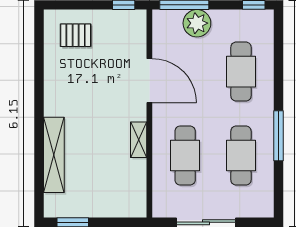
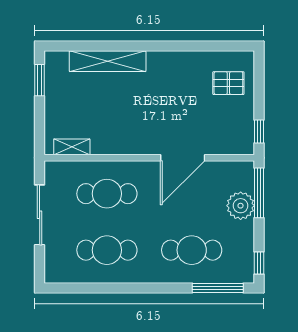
pallet: (76, 35) -> (228, 83), turned 90
window: (278, 136) -> (218, 288), moved
shelving: (139, 140) -> (72, 147), moved

